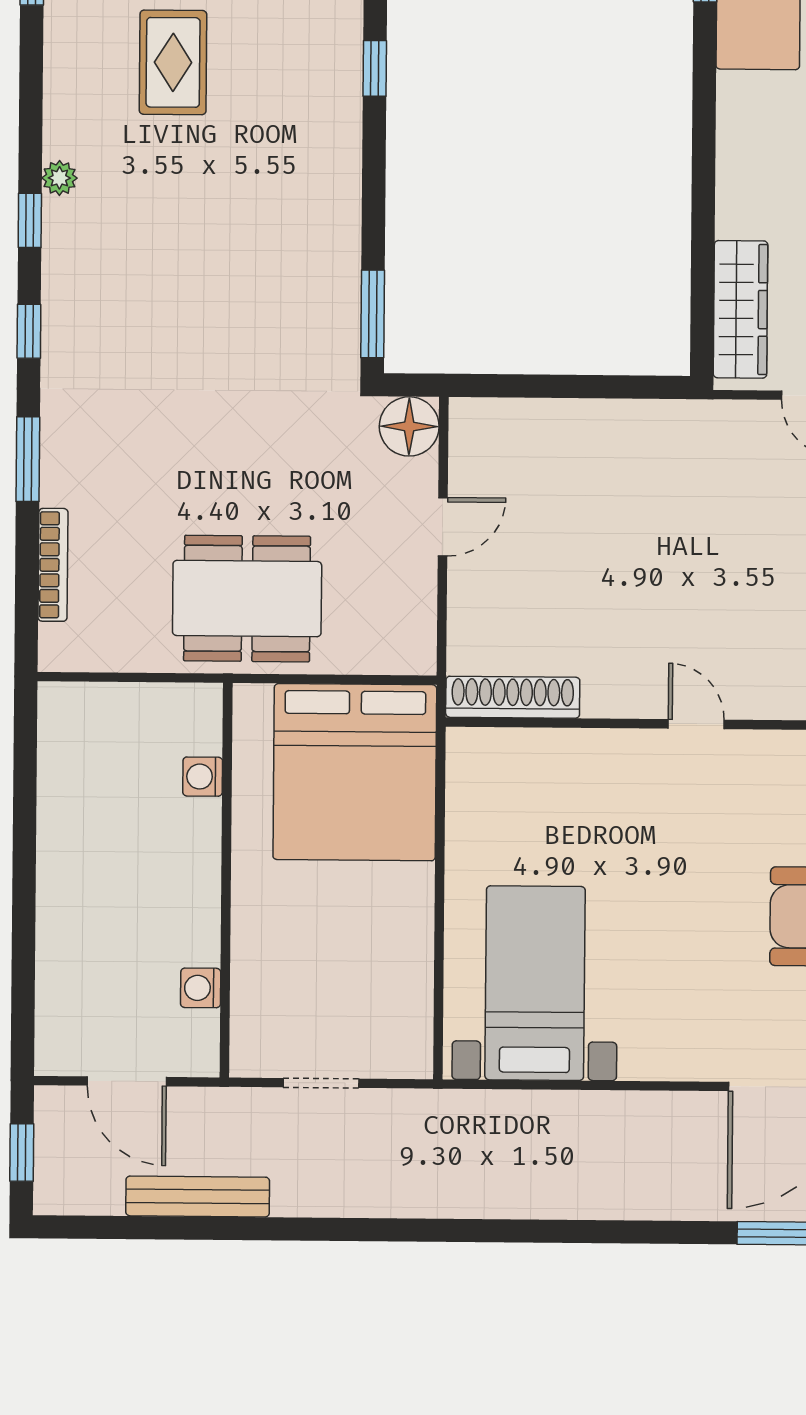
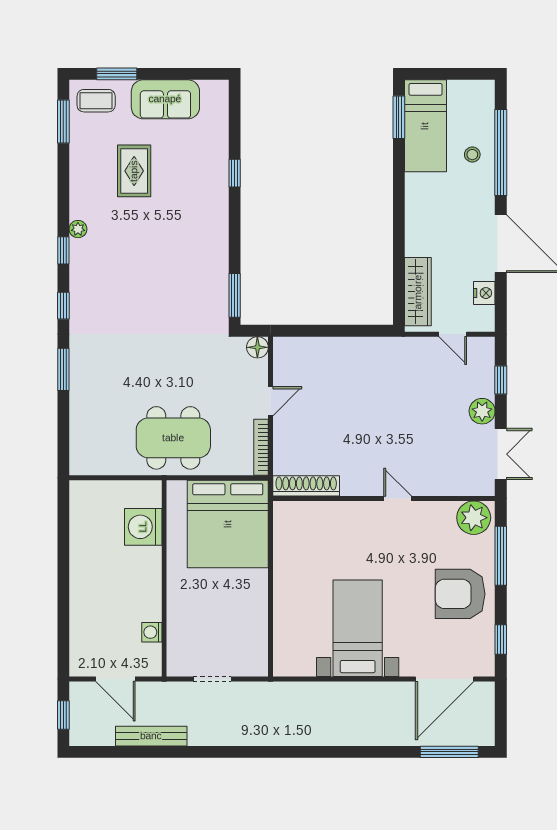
floor lamp: (409, 426) -> (257, 347), width x0.73, depth x0.73
bookcase: (53, 565) -> (261, 447), moved, turned 180
washing machine: (203, 777) -> (143, 527), width x1.89, depth x1.89
bed with nightstands: (535, 983) -> (358, 628), moved

